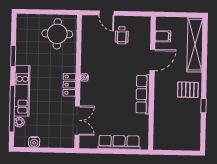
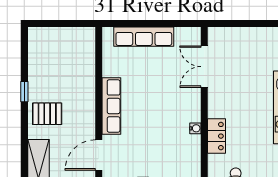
locker: (69, 85) -> (217, 136), moved
water cooler: (34, 142) -> (265, 35), removed

